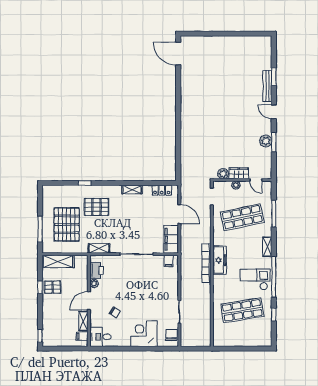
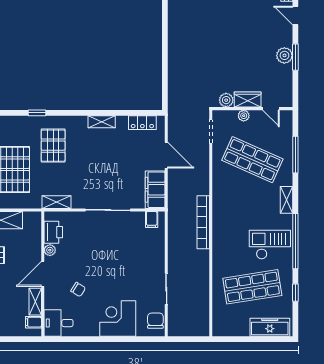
pallet: (96, 207) -> (53, 146), turned 90
shop shelf: (242, 217) -> (252, 160), turned 36
freezer: (220, 260) -> (270, 327), moved, turned -90

